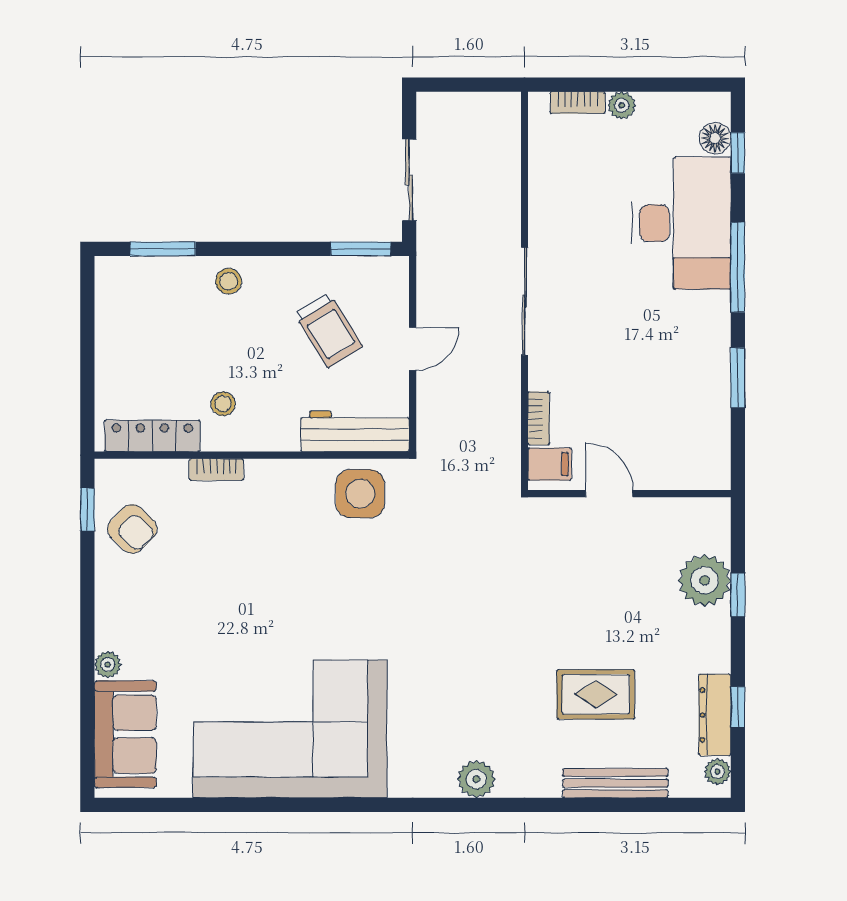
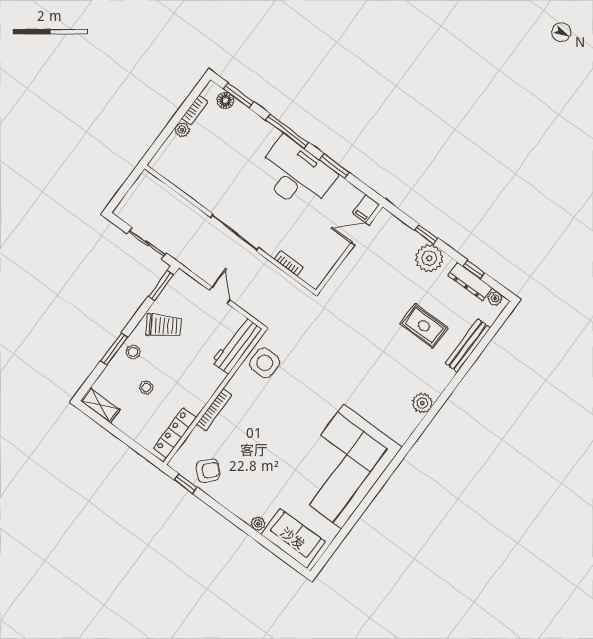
bookcase: (578, 103) -> (195, 110), moved
window: (738, 153) -> (239, 95), width x1.50
desk: (681, 223) -> (296, 175), moved
window: (163, 249) -> (114, 349), moved
shelving: (110, 291) -> (100, 405), added
trolley: (328, 330) -> (164, 326), moved
stool: (223, 404) -> (146, 387), moved
filing cabinet: (550, 464) -> (366, 208), moved, turned 180
bookcase: (216, 470) -> (214, 410), width x1.56
door: (609, 494) -> (360, 234), moved
plant: (705, 580) -> (429, 258), moved
rug: (596, 694) -> (424, 326), turned 90

